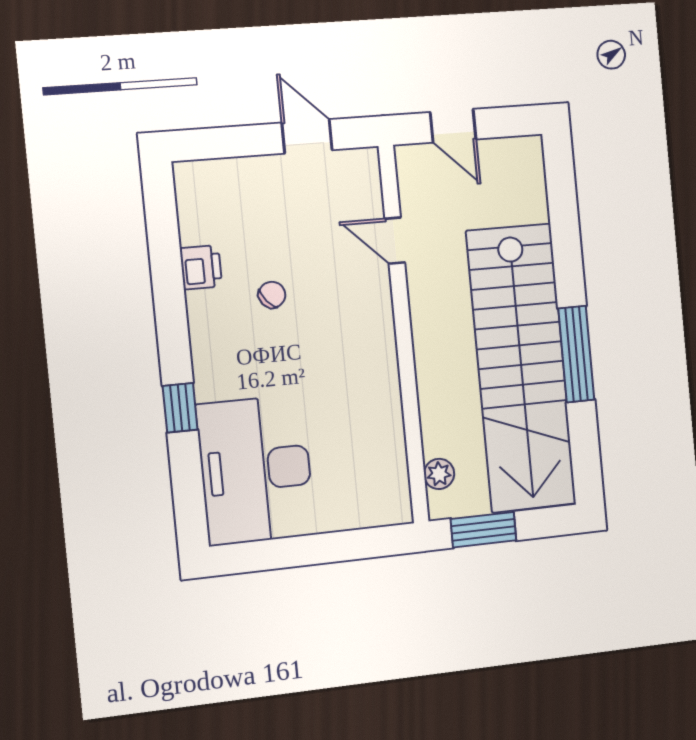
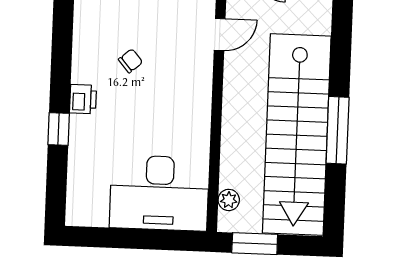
door: (395, 241) -> (220, 35), swing flipped
printer: (201, 267) -> (83, 99), moved
desk: (256, 470) -> (159, 193), moved, turned -90

